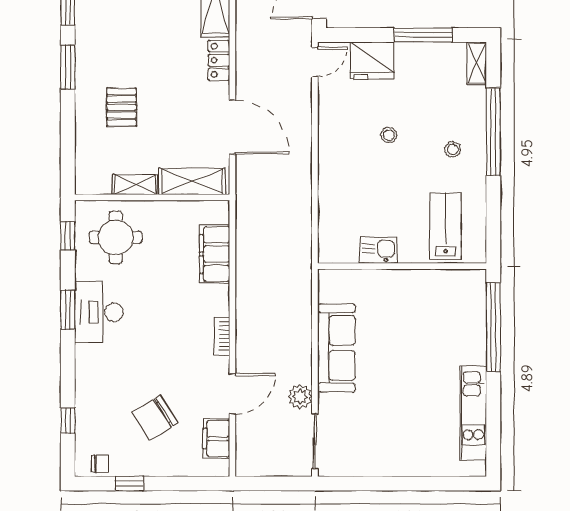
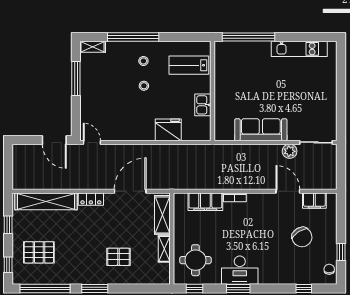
fridge: (372, 60) -> (168, 130), moved, turned -90
stool: (389, 135) -> (144, 86), moved
bookcase: (222, 336) -> (235, 197), moved

